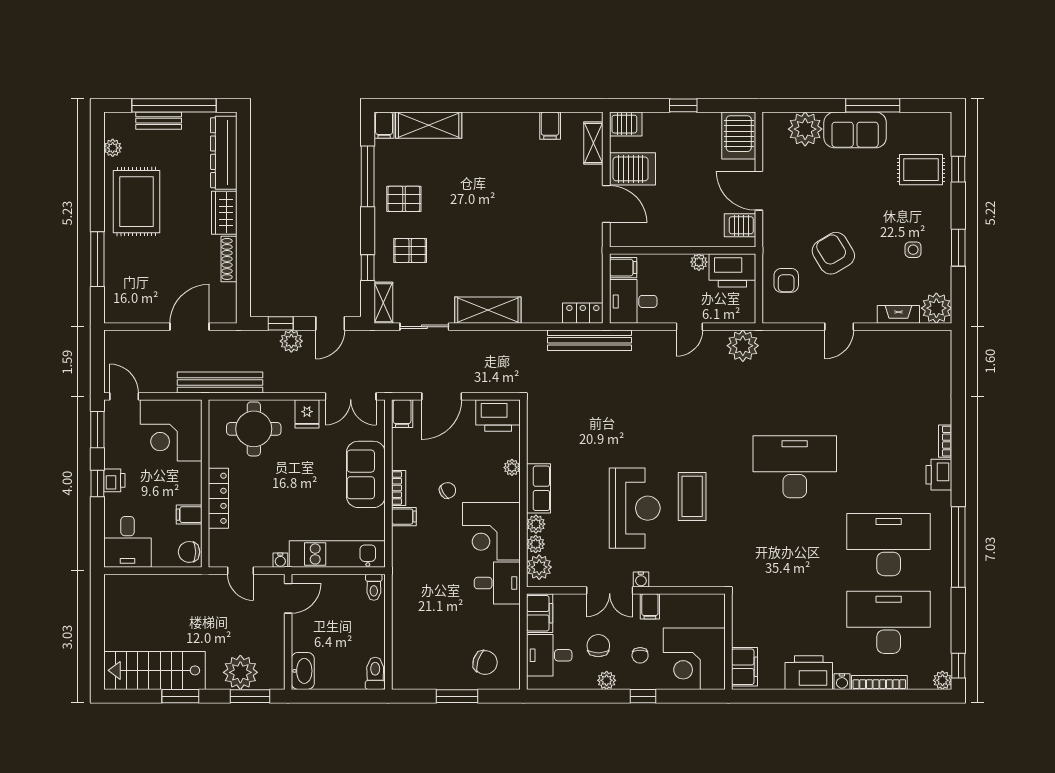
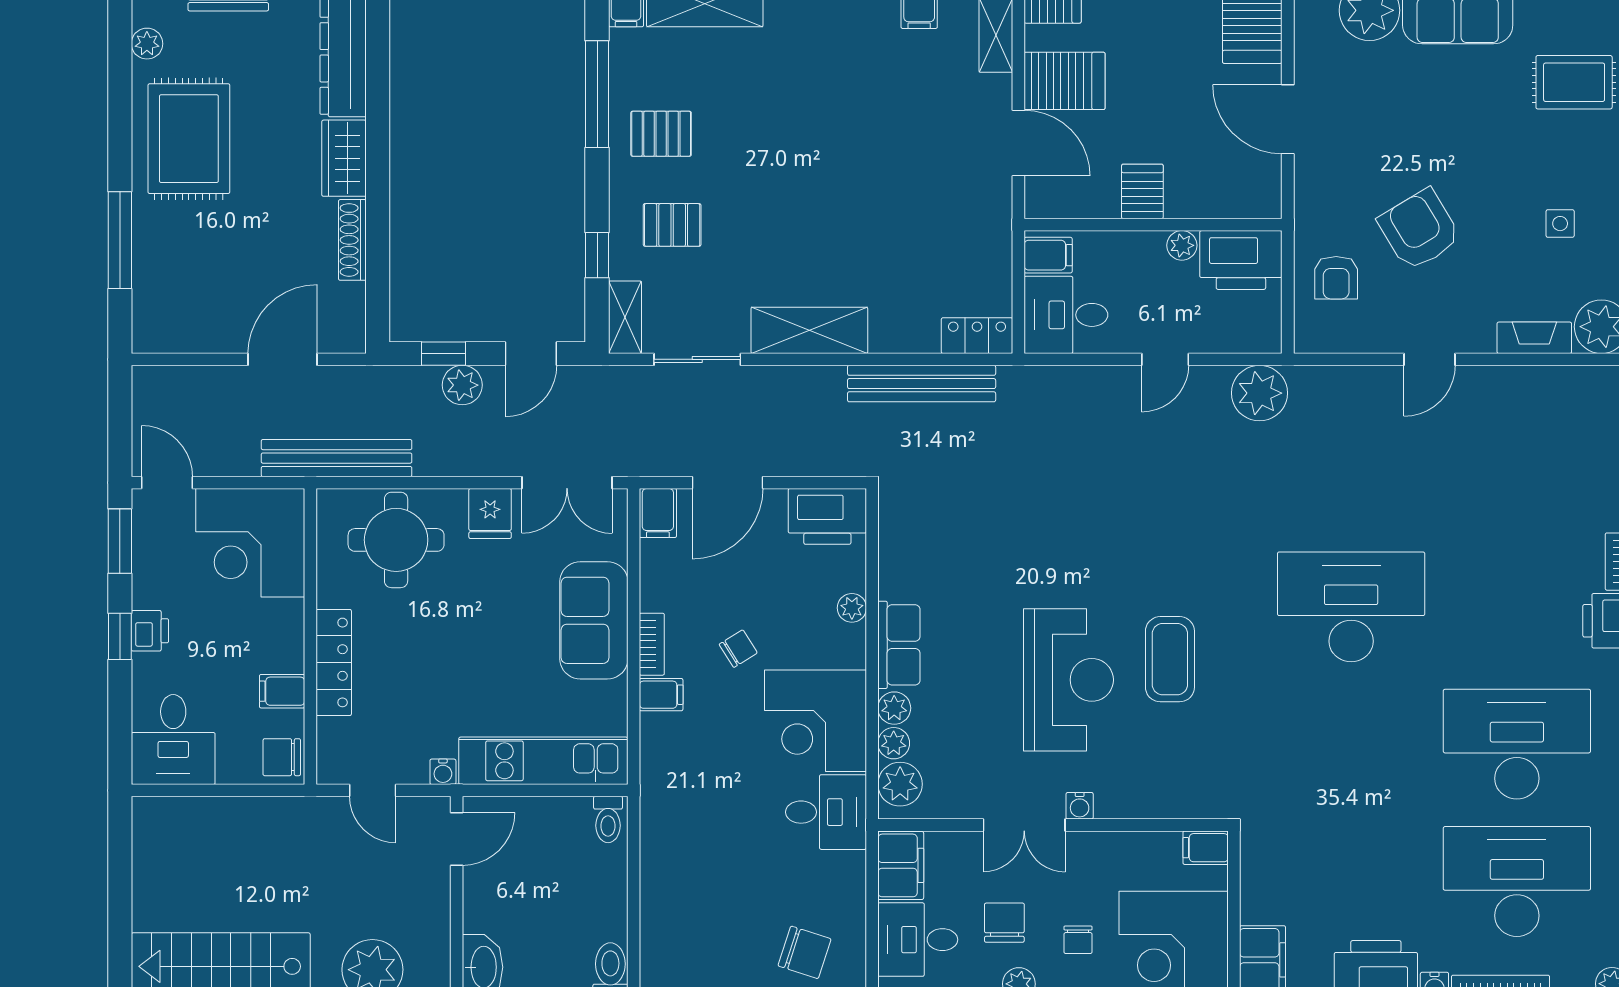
server rack: (740, 225) -> (1142, 191), moved, turned 90
bench: (589, 340) -> (922, 384), moved
filing cabinet: (650, 606) -> (1206, 848), moved, turned 90

